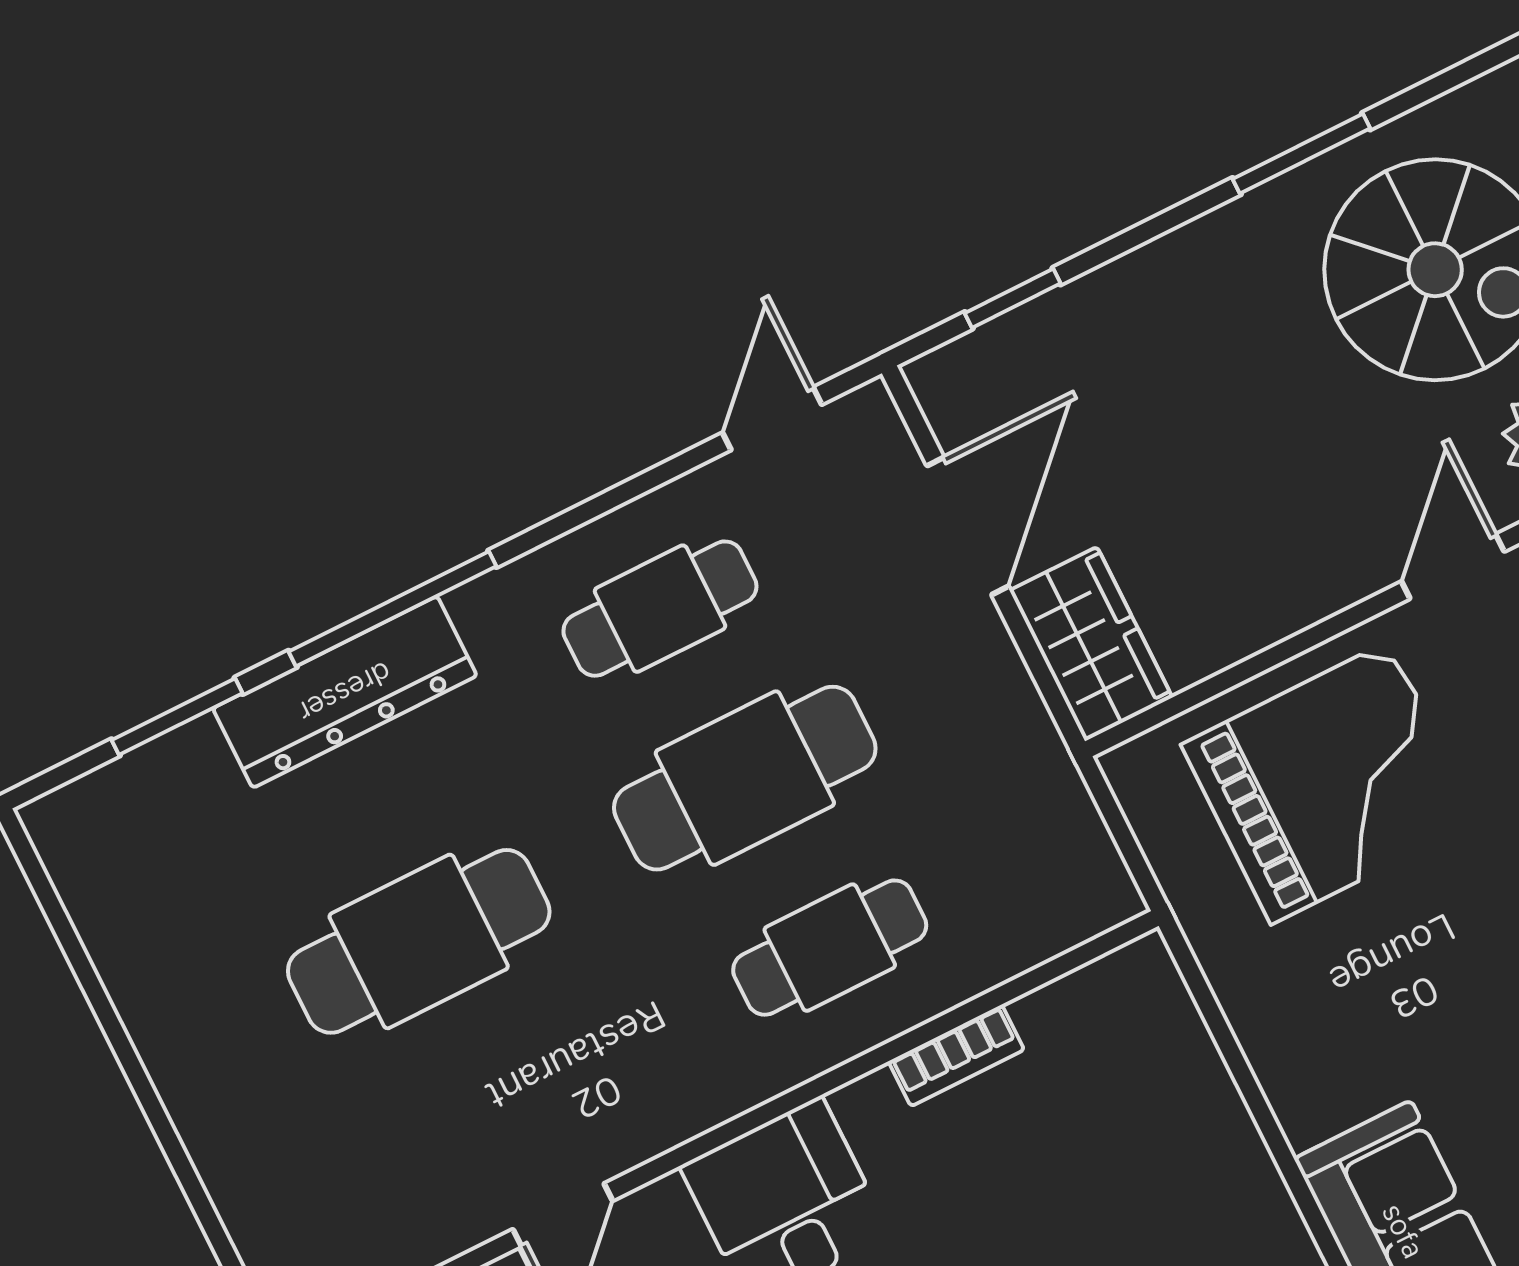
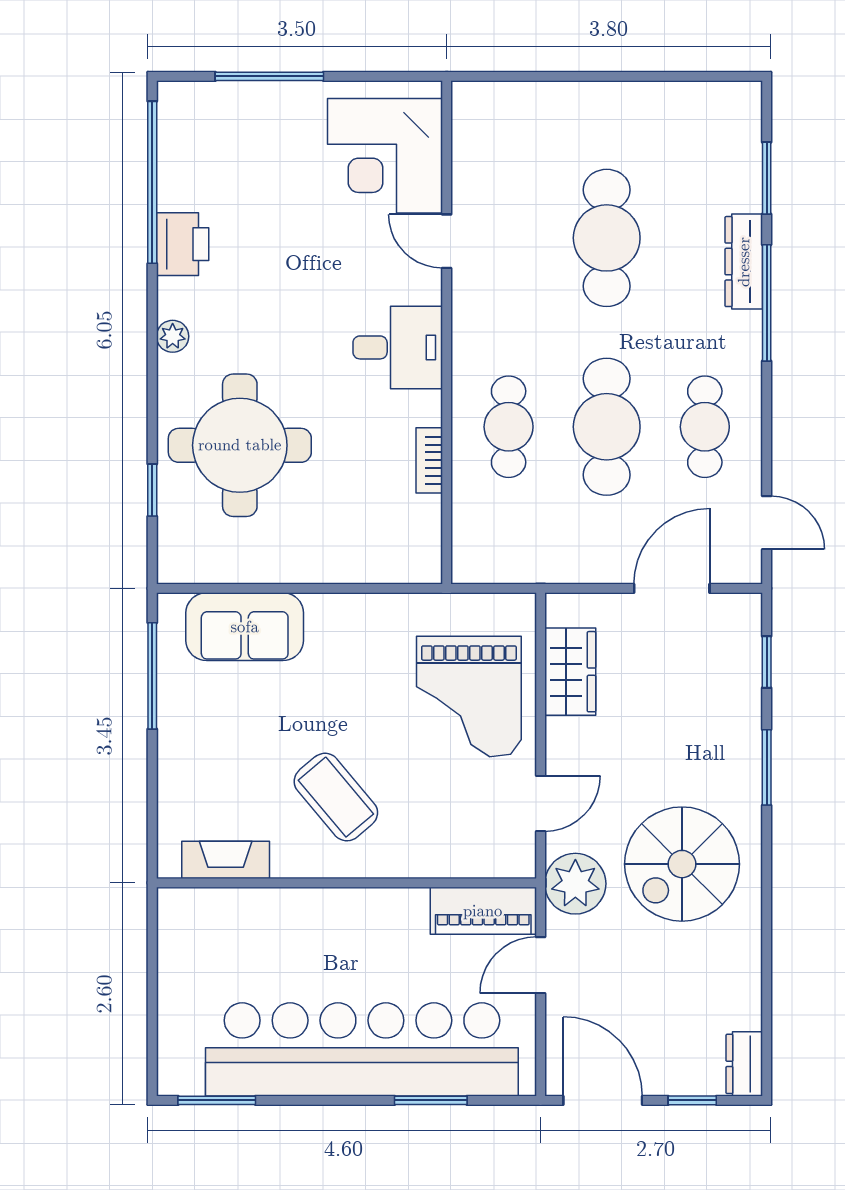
window: (1301, 154) -> (767, 767), moved
door: (968, 526) -> (672, 588), swing flipped
door: (1453, 566) -> (541, 803), hinge flipped
wardrobe: (1091, 644) -> (570, 672), moved, turned -90
dresser: (345, 692) -> (744, 262), width x0.73, depth x0.80

